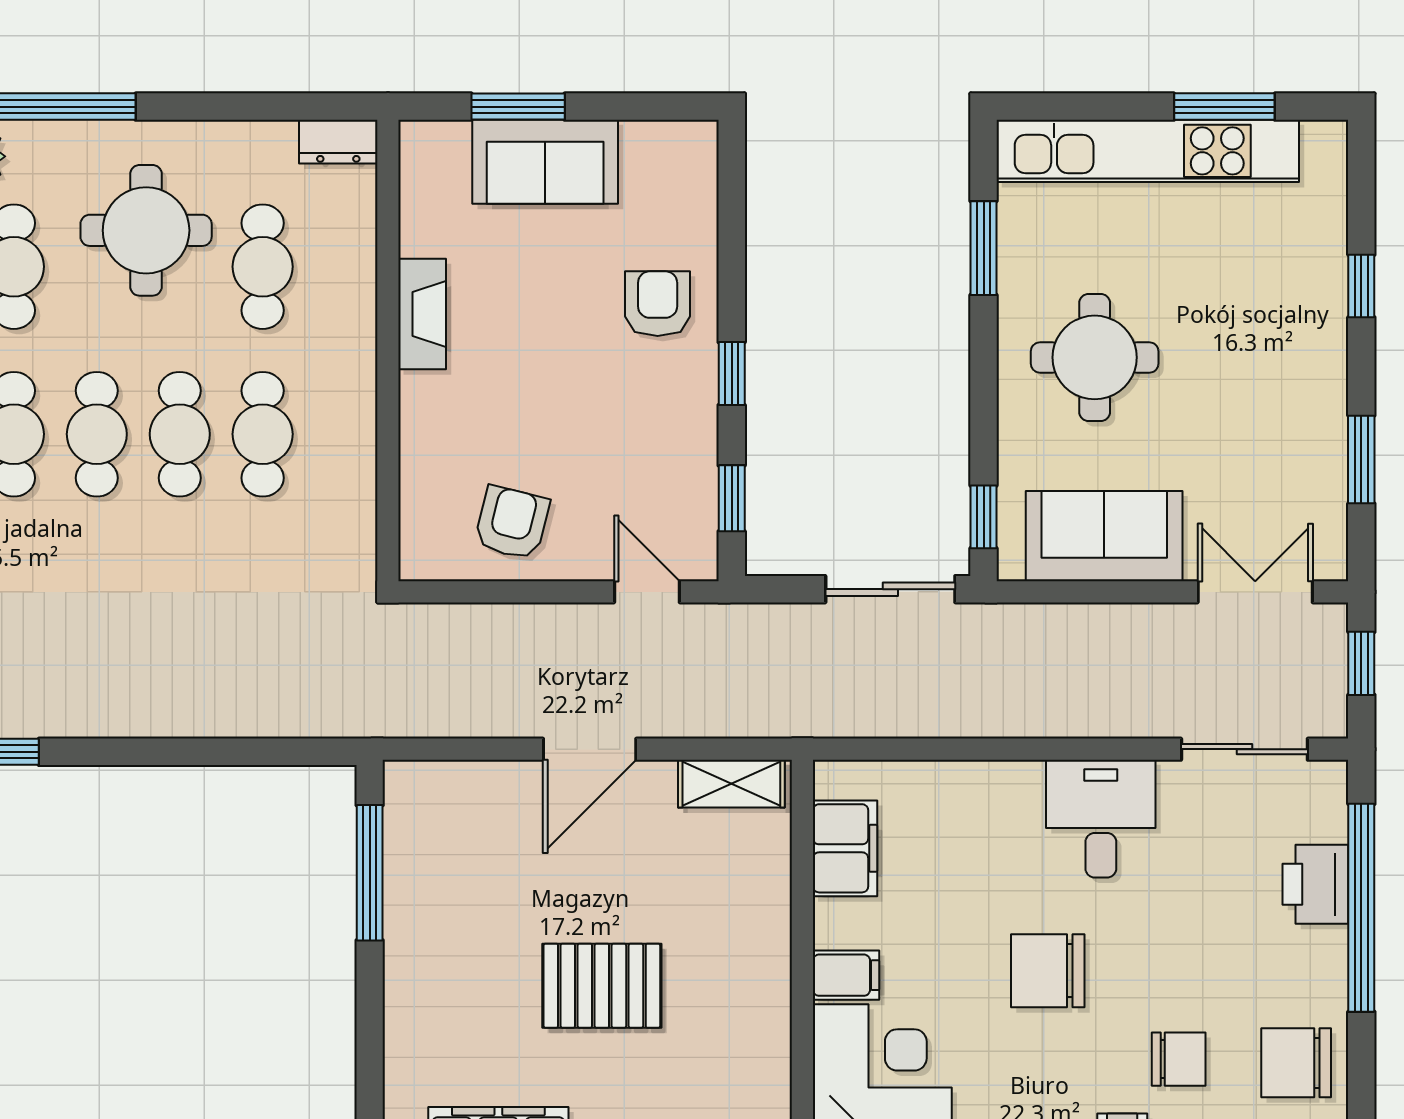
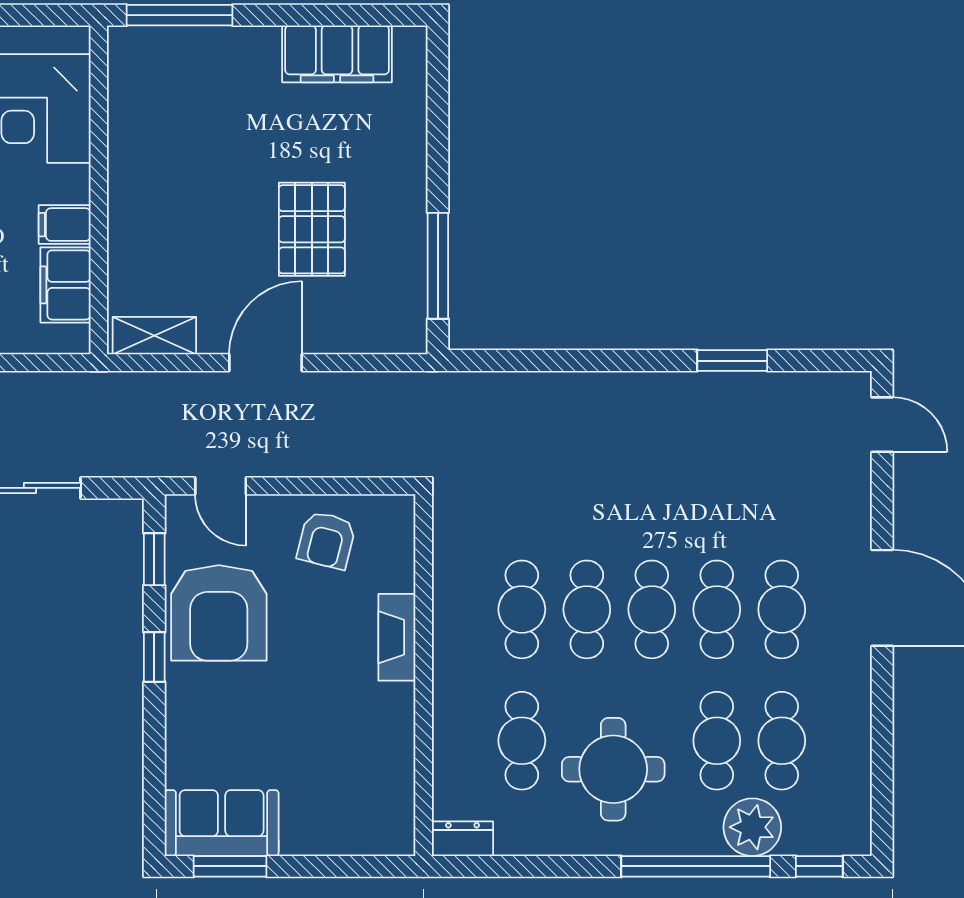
window: (518, 107) -> (230, 866), moved
sofa: (545, 162) -> (222, 823), moved
armchair: (658, 304) -> (219, 613), moved, width x1.88, depth x1.88
fireplace: (422, 314) -> (397, 637), moved
filing cabinet: (846, 975) -> (65, 225), moved
pallet: (602, 986) -> (312, 229), moved, turned 90

